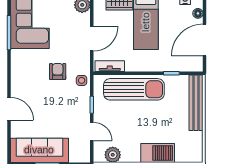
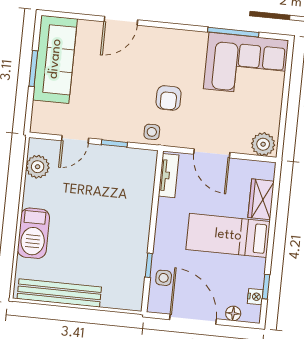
side table: (179, 63) -> (164, 278), added
armchair: (58, 71) -> (169, 98), turned 90
sun lounger: (134, 89) -> (131, 208), removed
bench: (196, 103) -> (59, 293), moved

